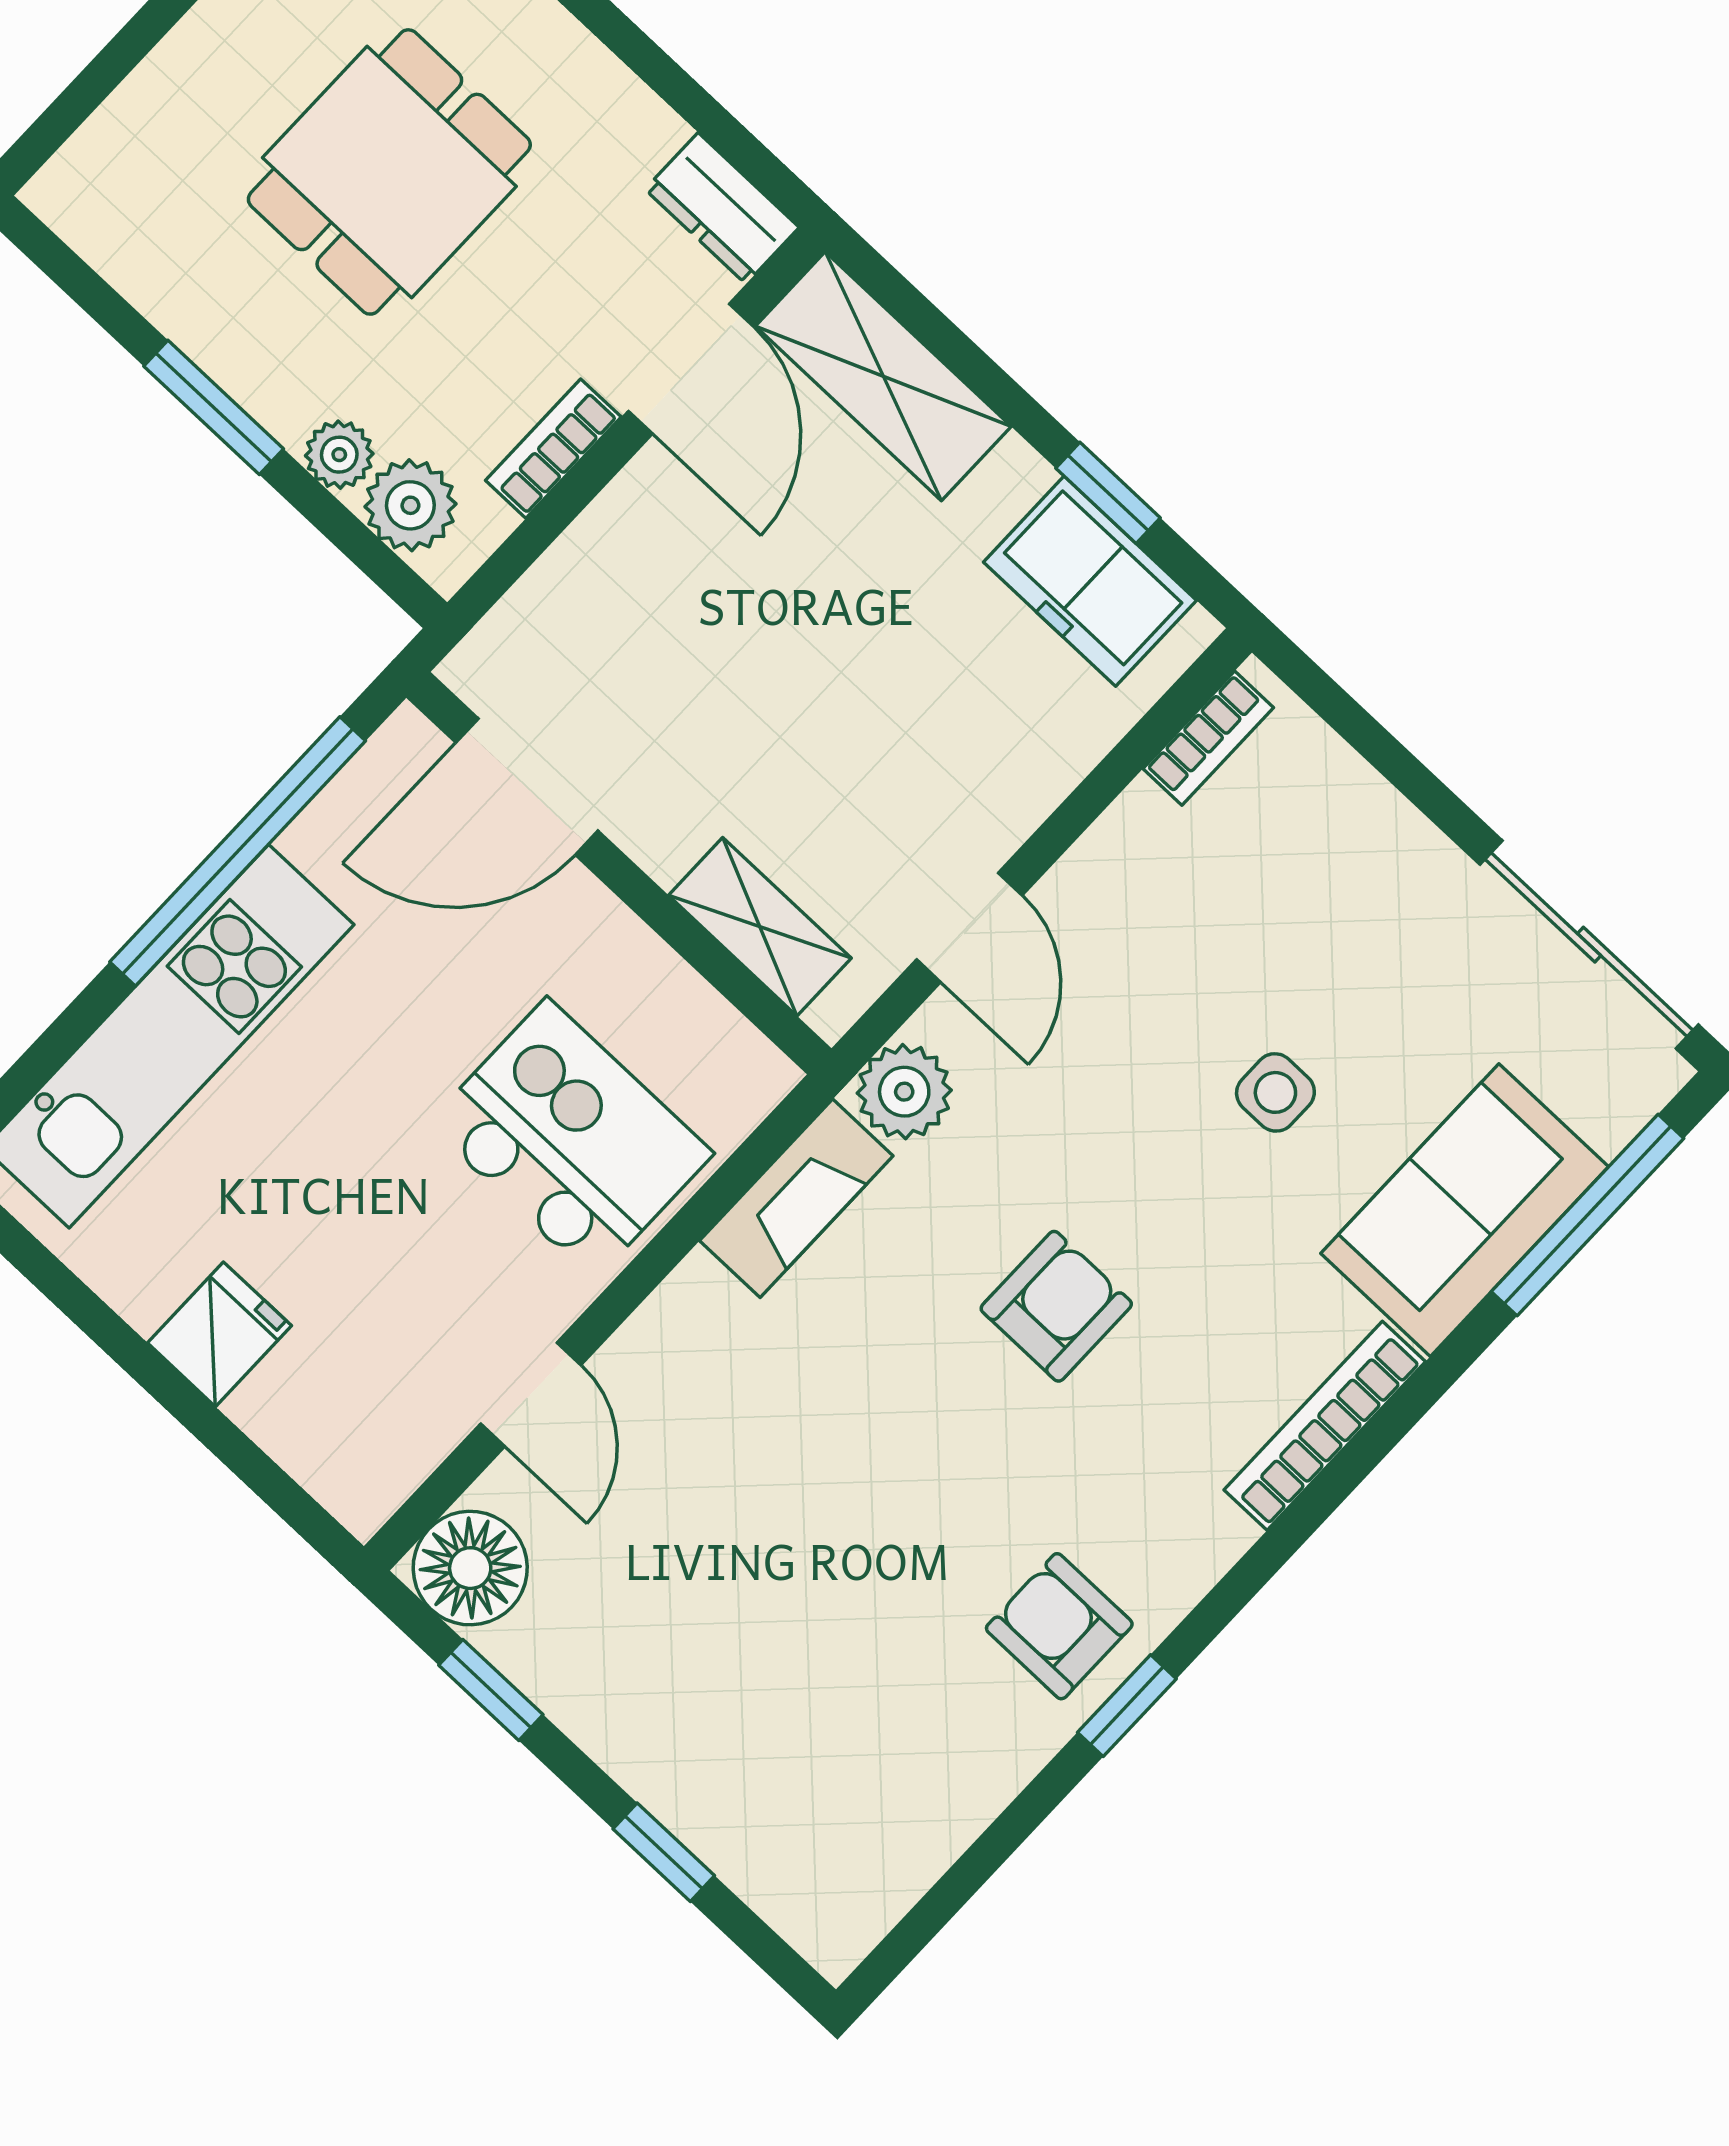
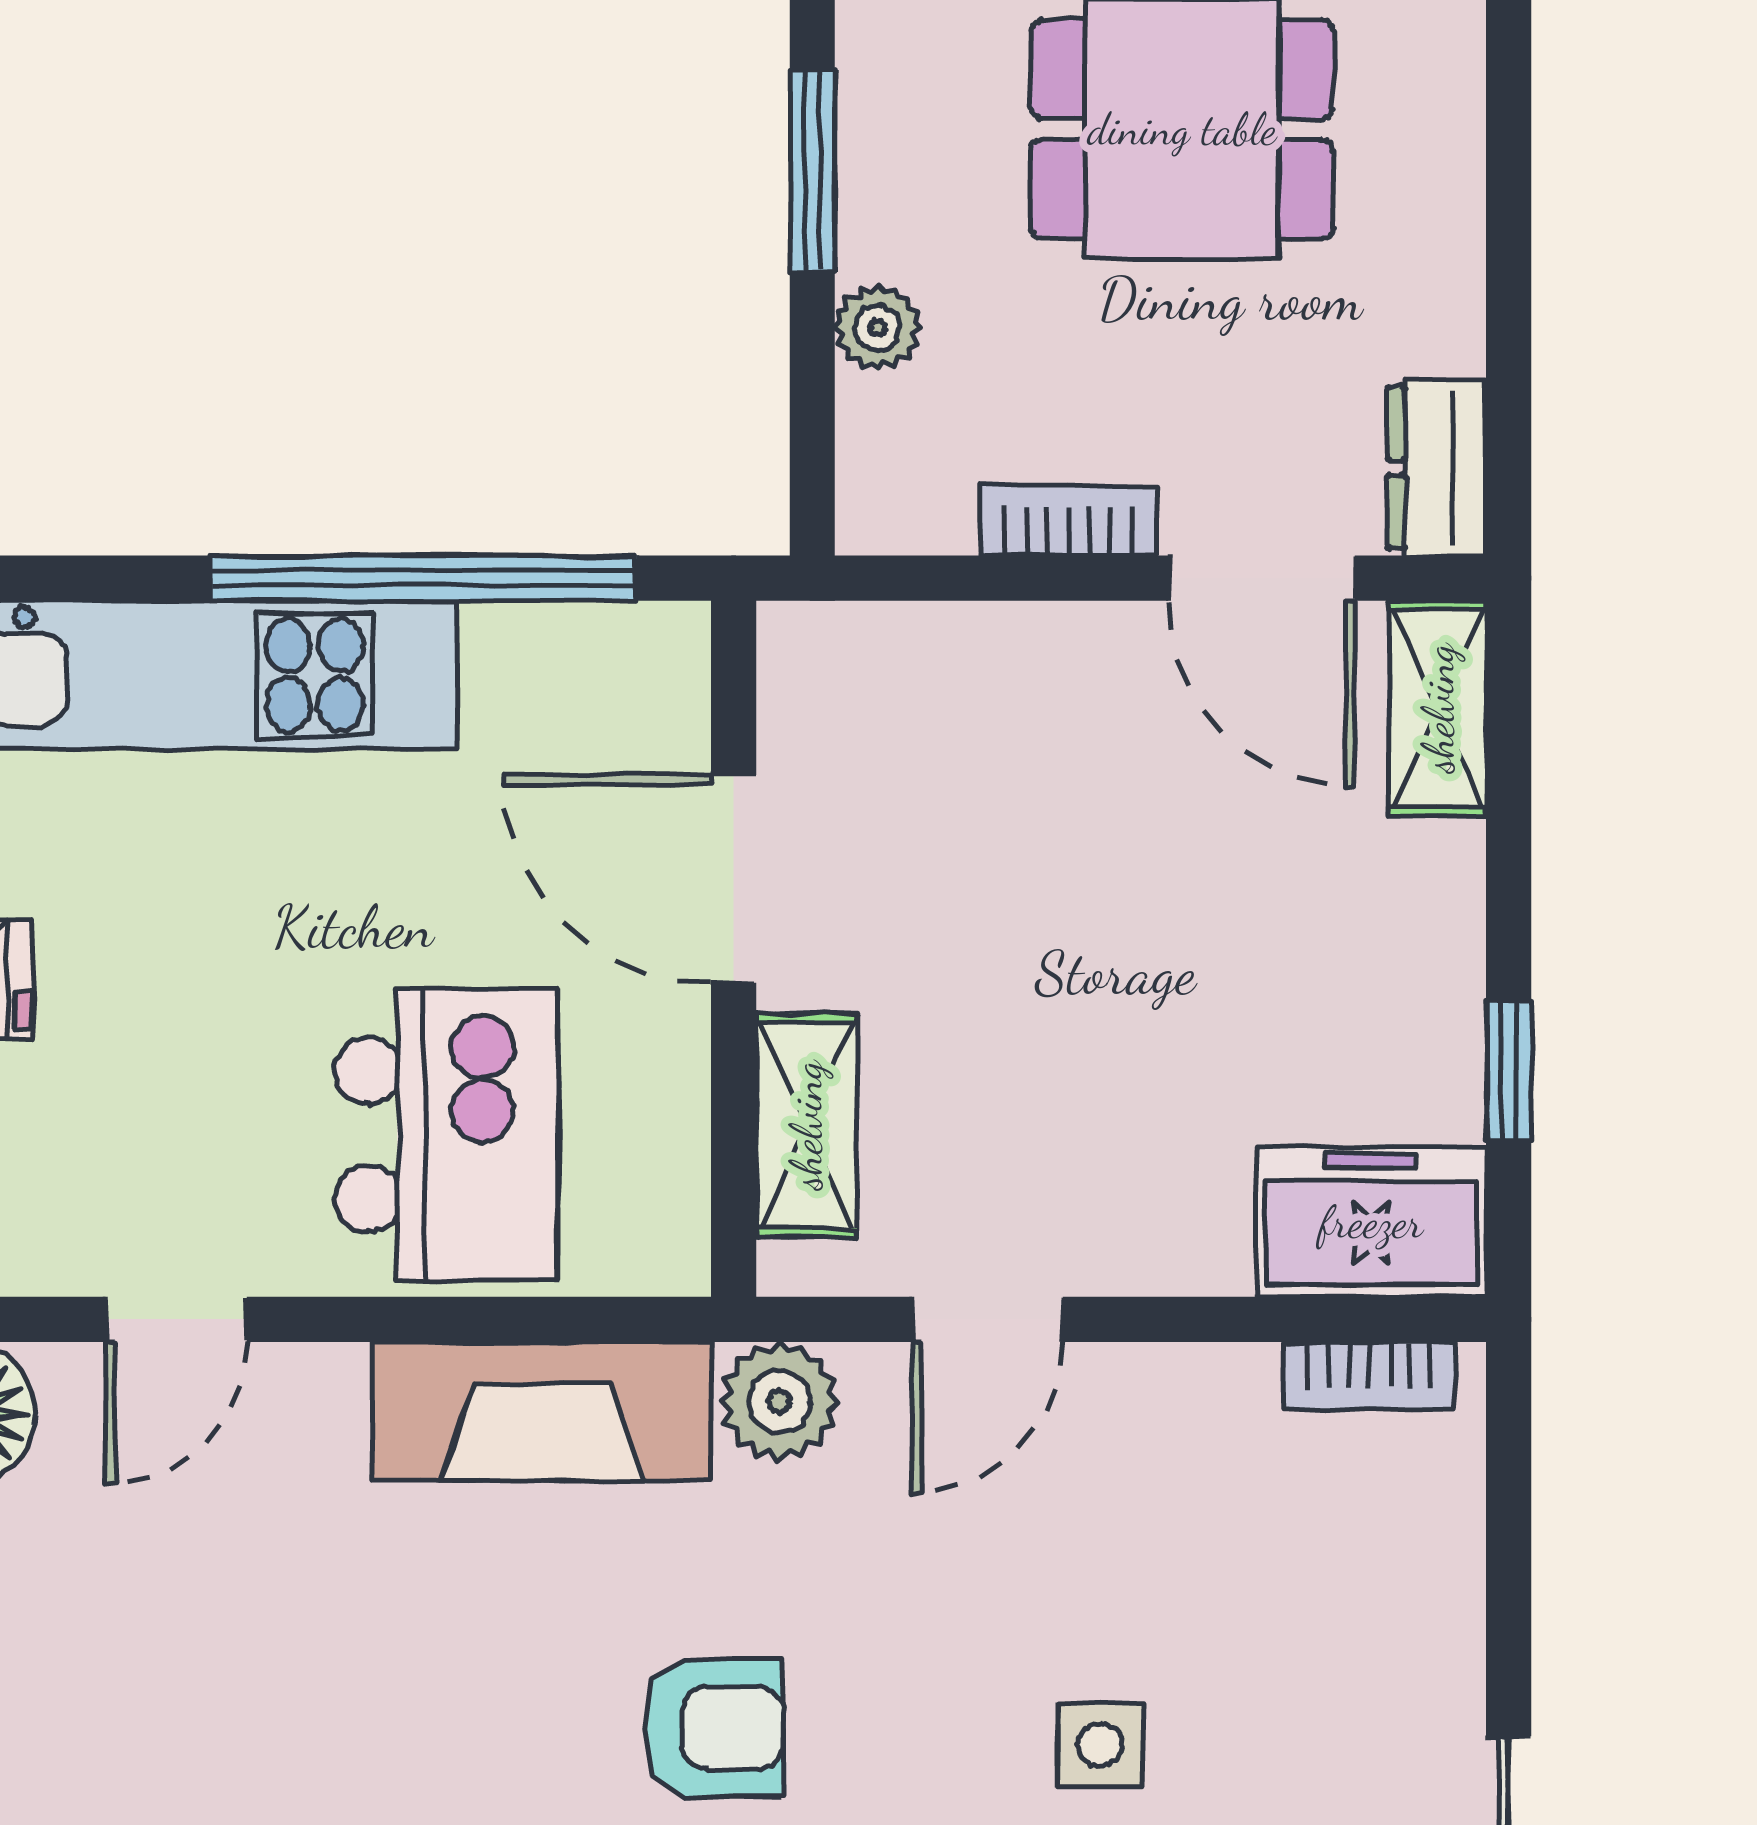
door: (691, 369) -> (1262, 578), hinge flipped
shelving: (883, 376) -> (1438, 708), width x0.67, depth x0.75
plant: (410, 505) -> (892, 438), removed
freezer: (1090, 581) -> (1371, 1222), moved, turned 90
door: (527, 787) -> (734, 879), moved
fireplace: (796, 1198) -> (542, 1411), width x1.37, depth x1.32

